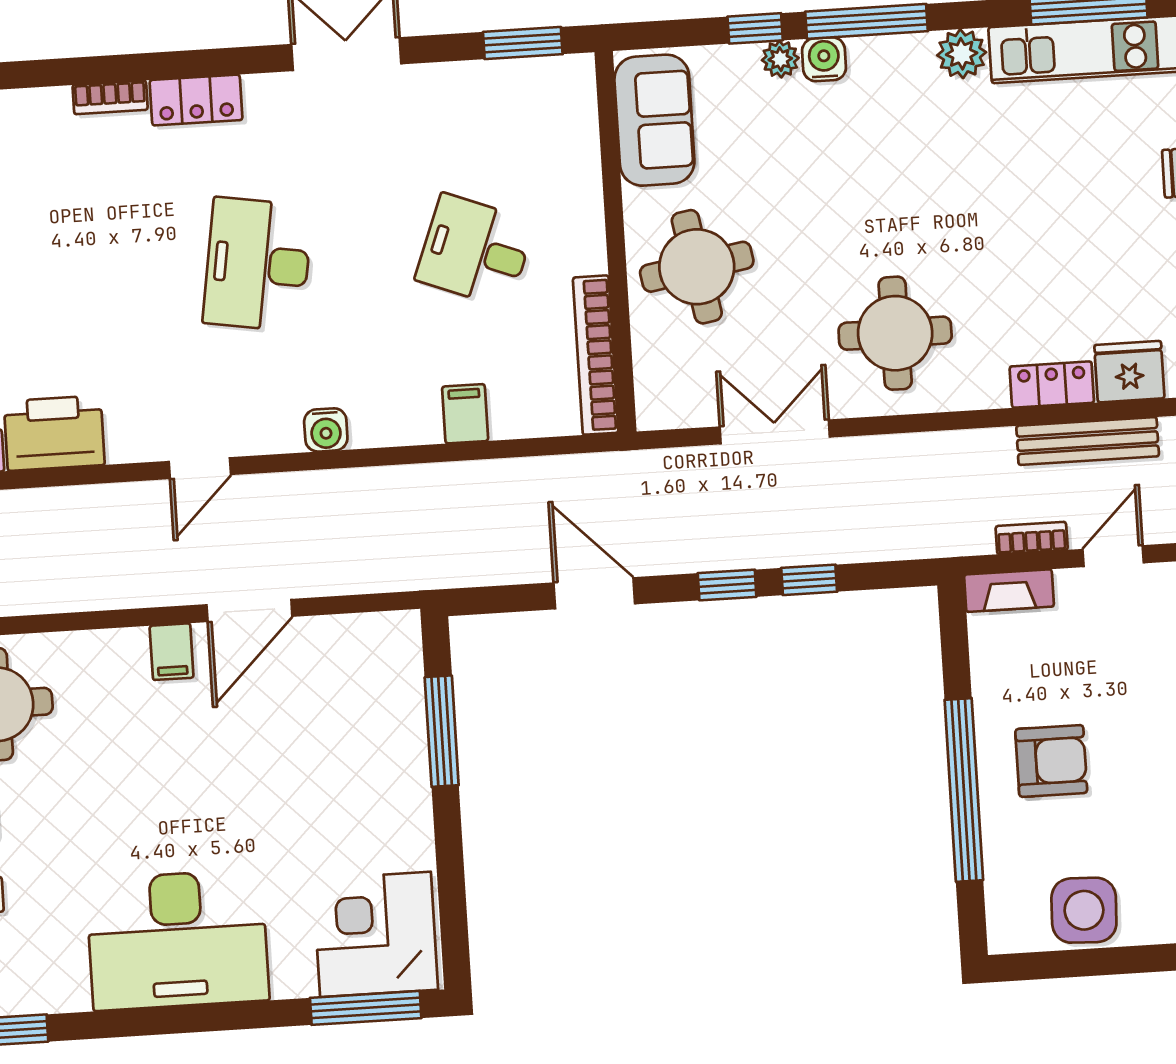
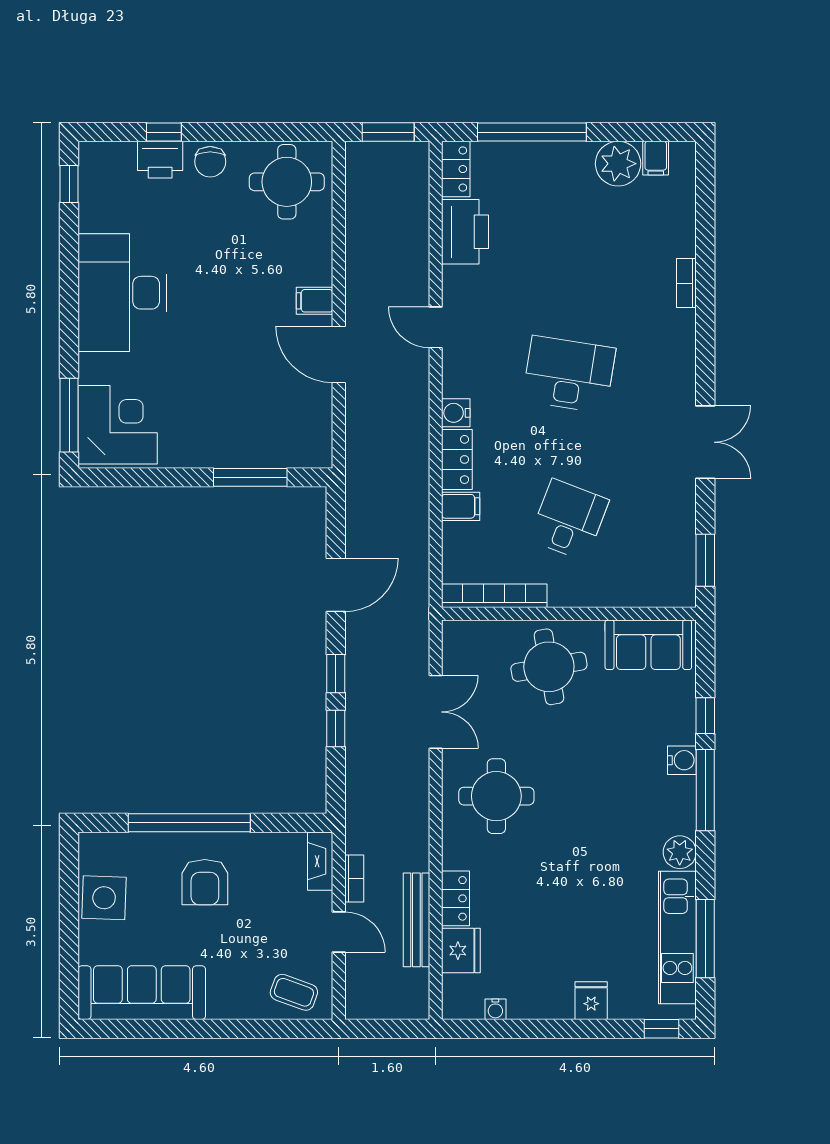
plant: (780, 59) -> (684, 731), removed
locker: (196, 100) -> (457, 459), moved, turned 180

